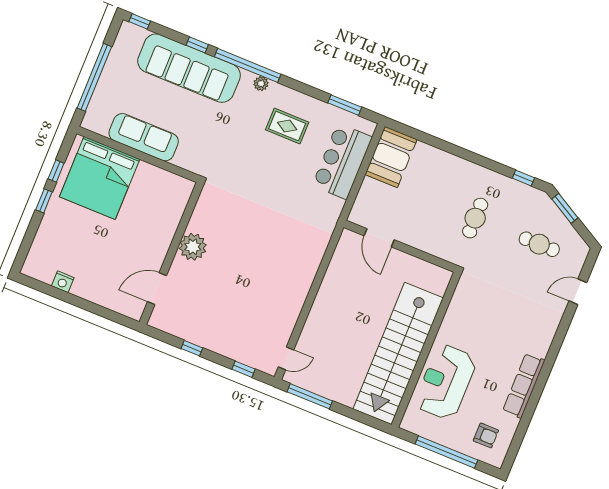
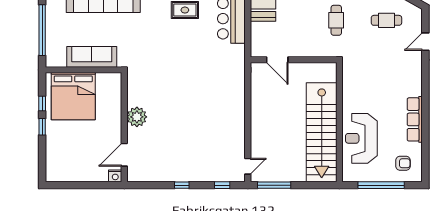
plant: (193, 247) -> (137, 117), moved
wall: (171, 253) -> (124, 127), moved
nightstand: (63, 282) -> (115, 176), moved
door: (157, 289) -> (124, 155), moved

